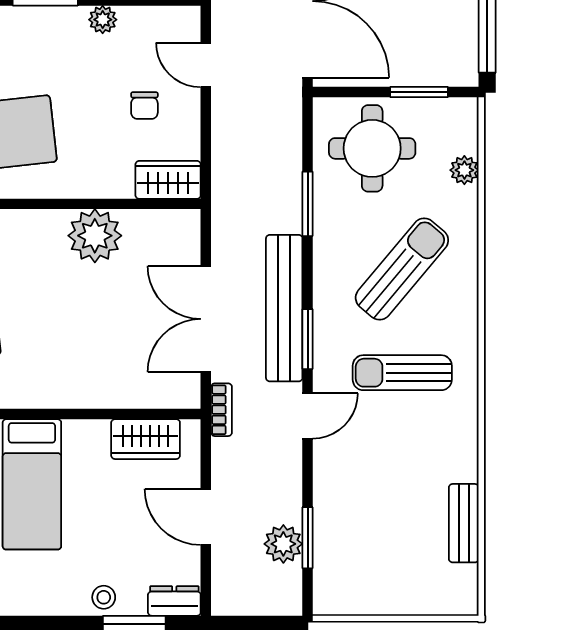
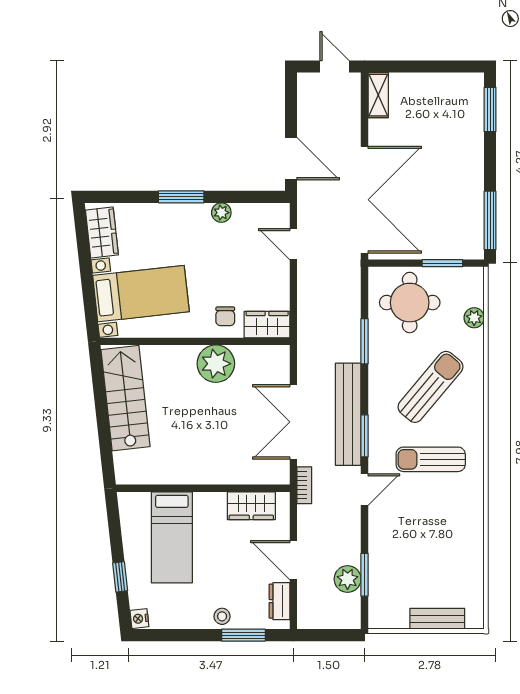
chair: (144, 106) -> (225, 316), moved
bench: (464, 523) -> (437, 619), moved, turned 90
dresser: (174, 601) -> (279, 601), moved, turned -90

